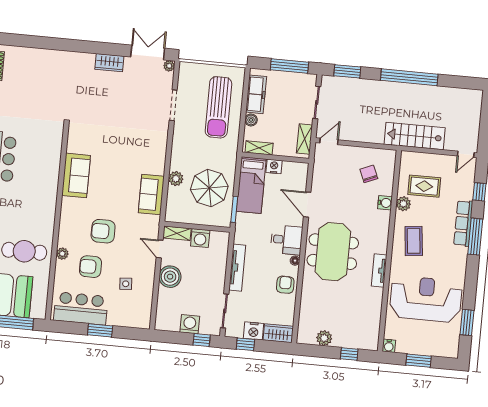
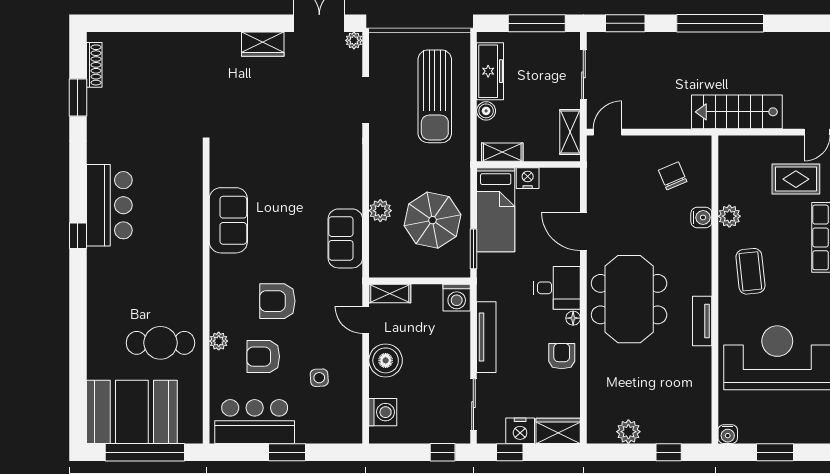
rug: (424, 186) -> (796, 179), moved
washing machine: (200, 238) -> (457, 298), moved
washing machine: (190, 324) -> (383, 412), moved, turned 90

